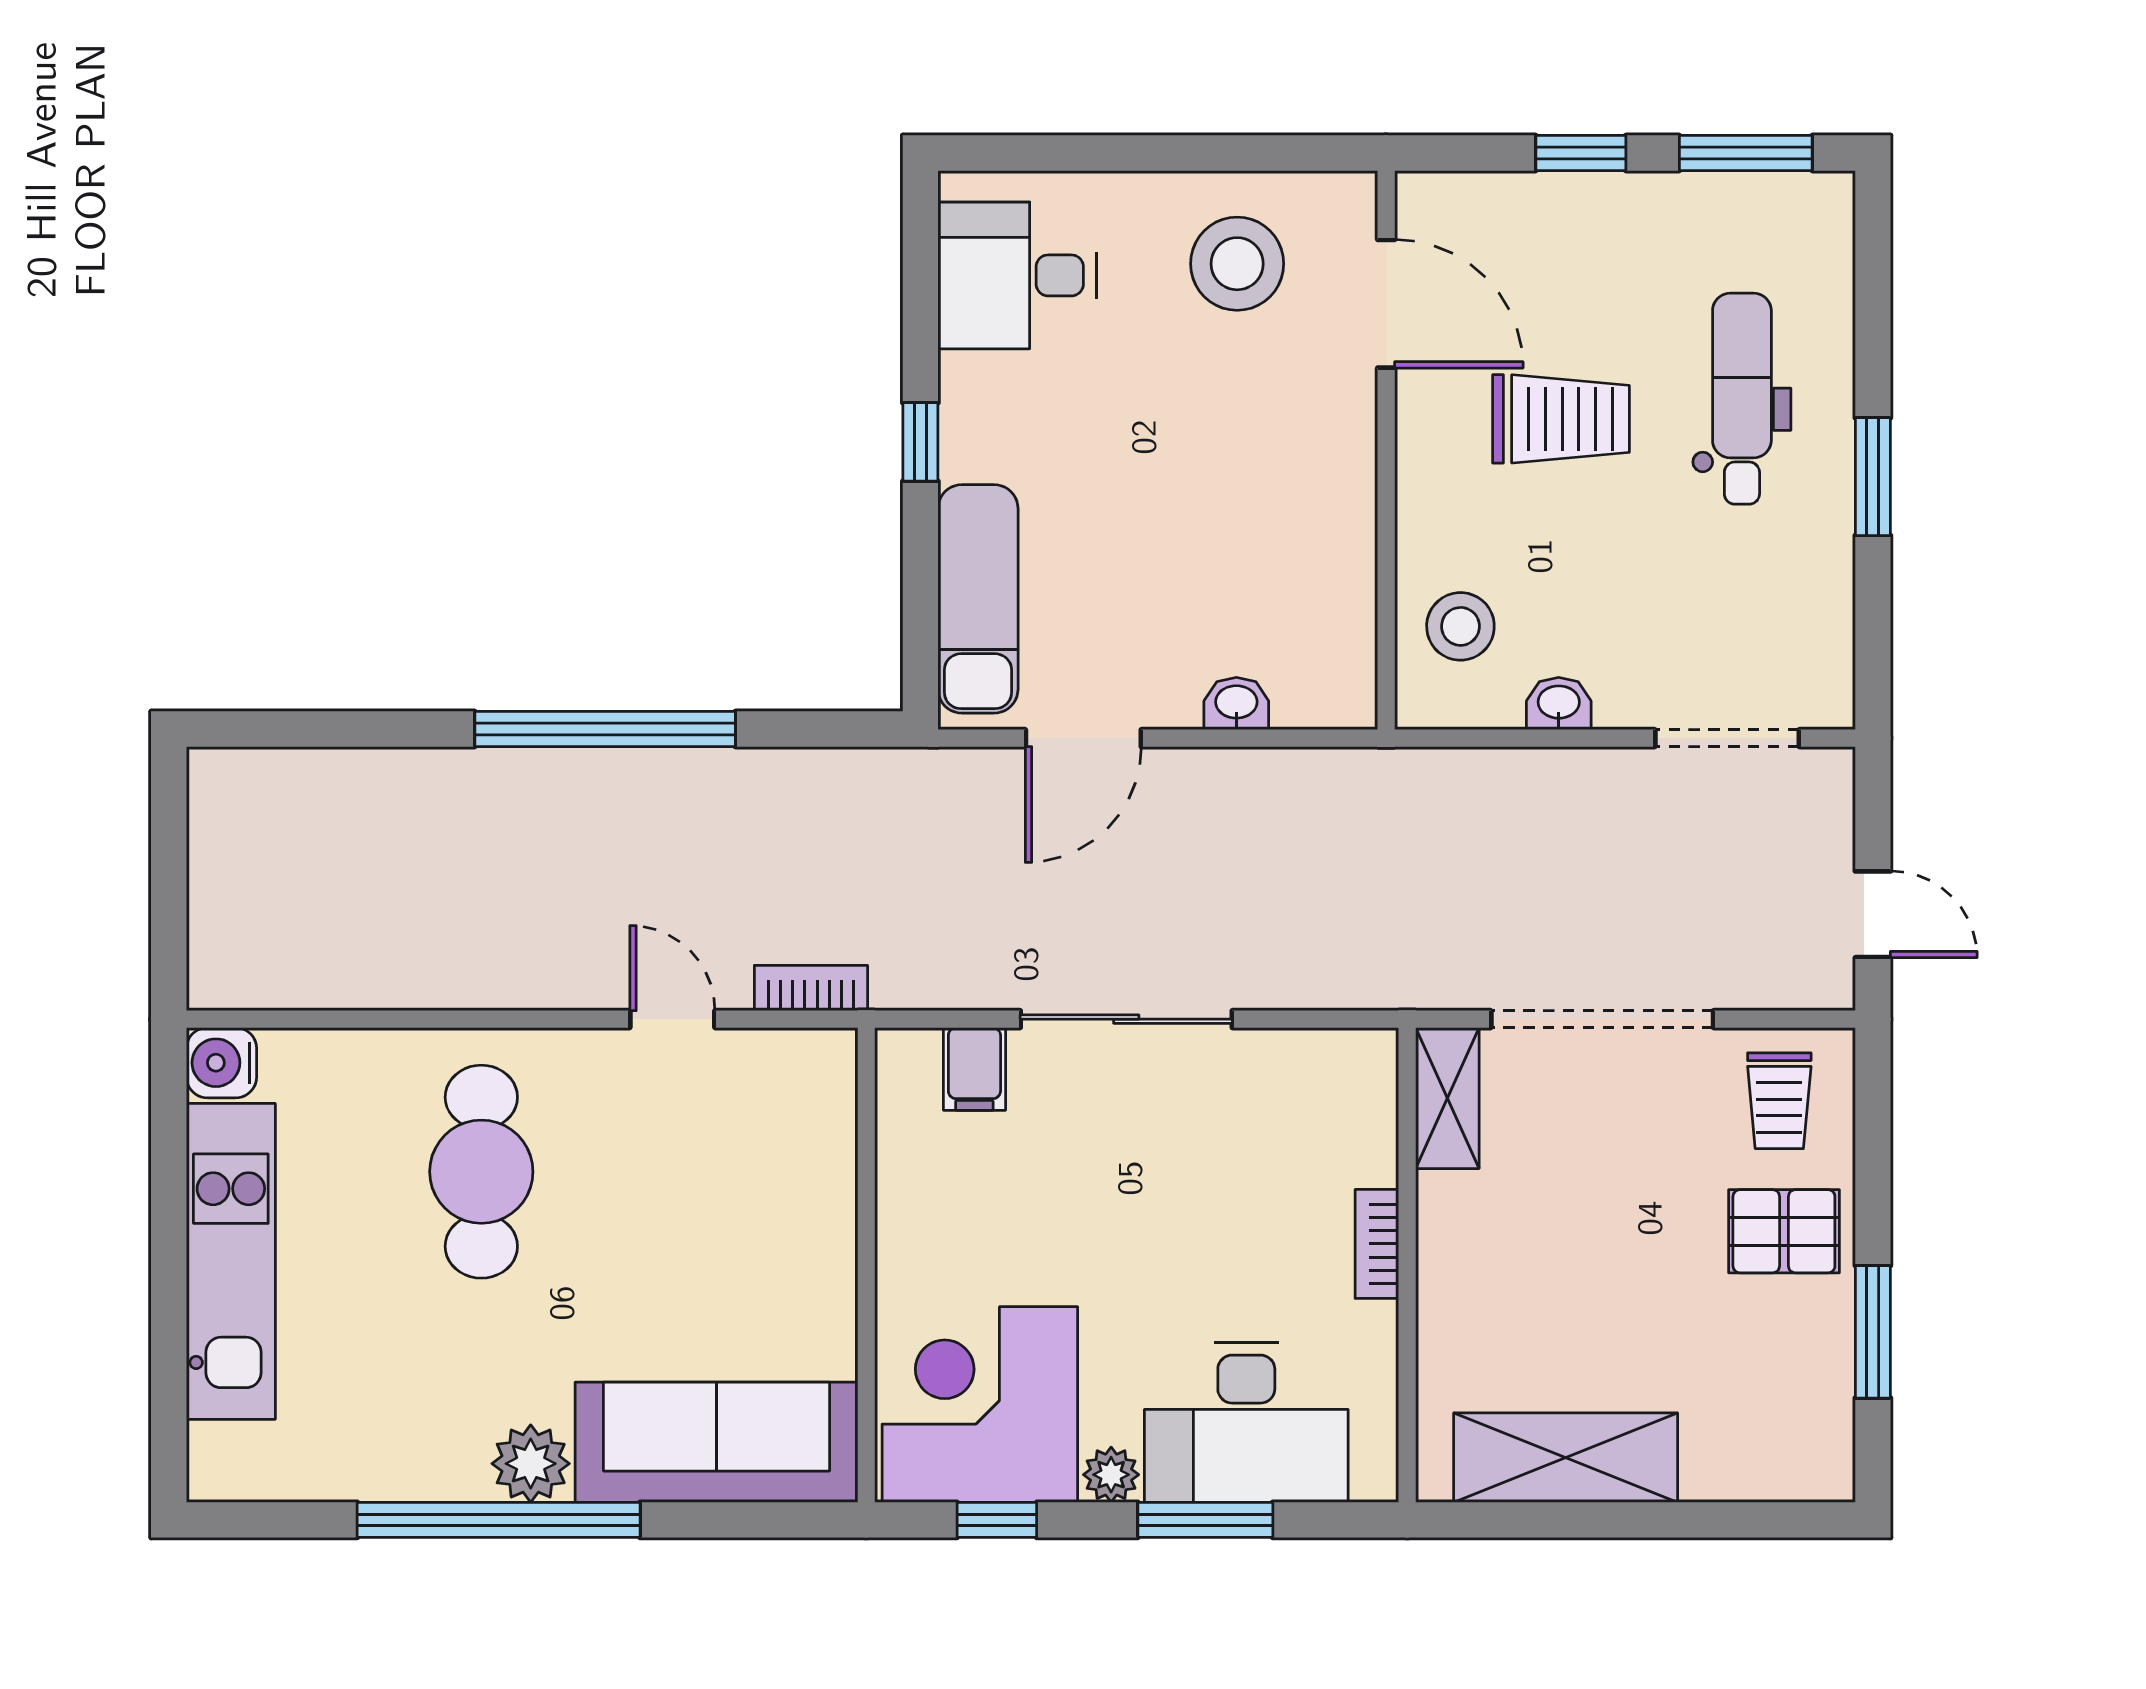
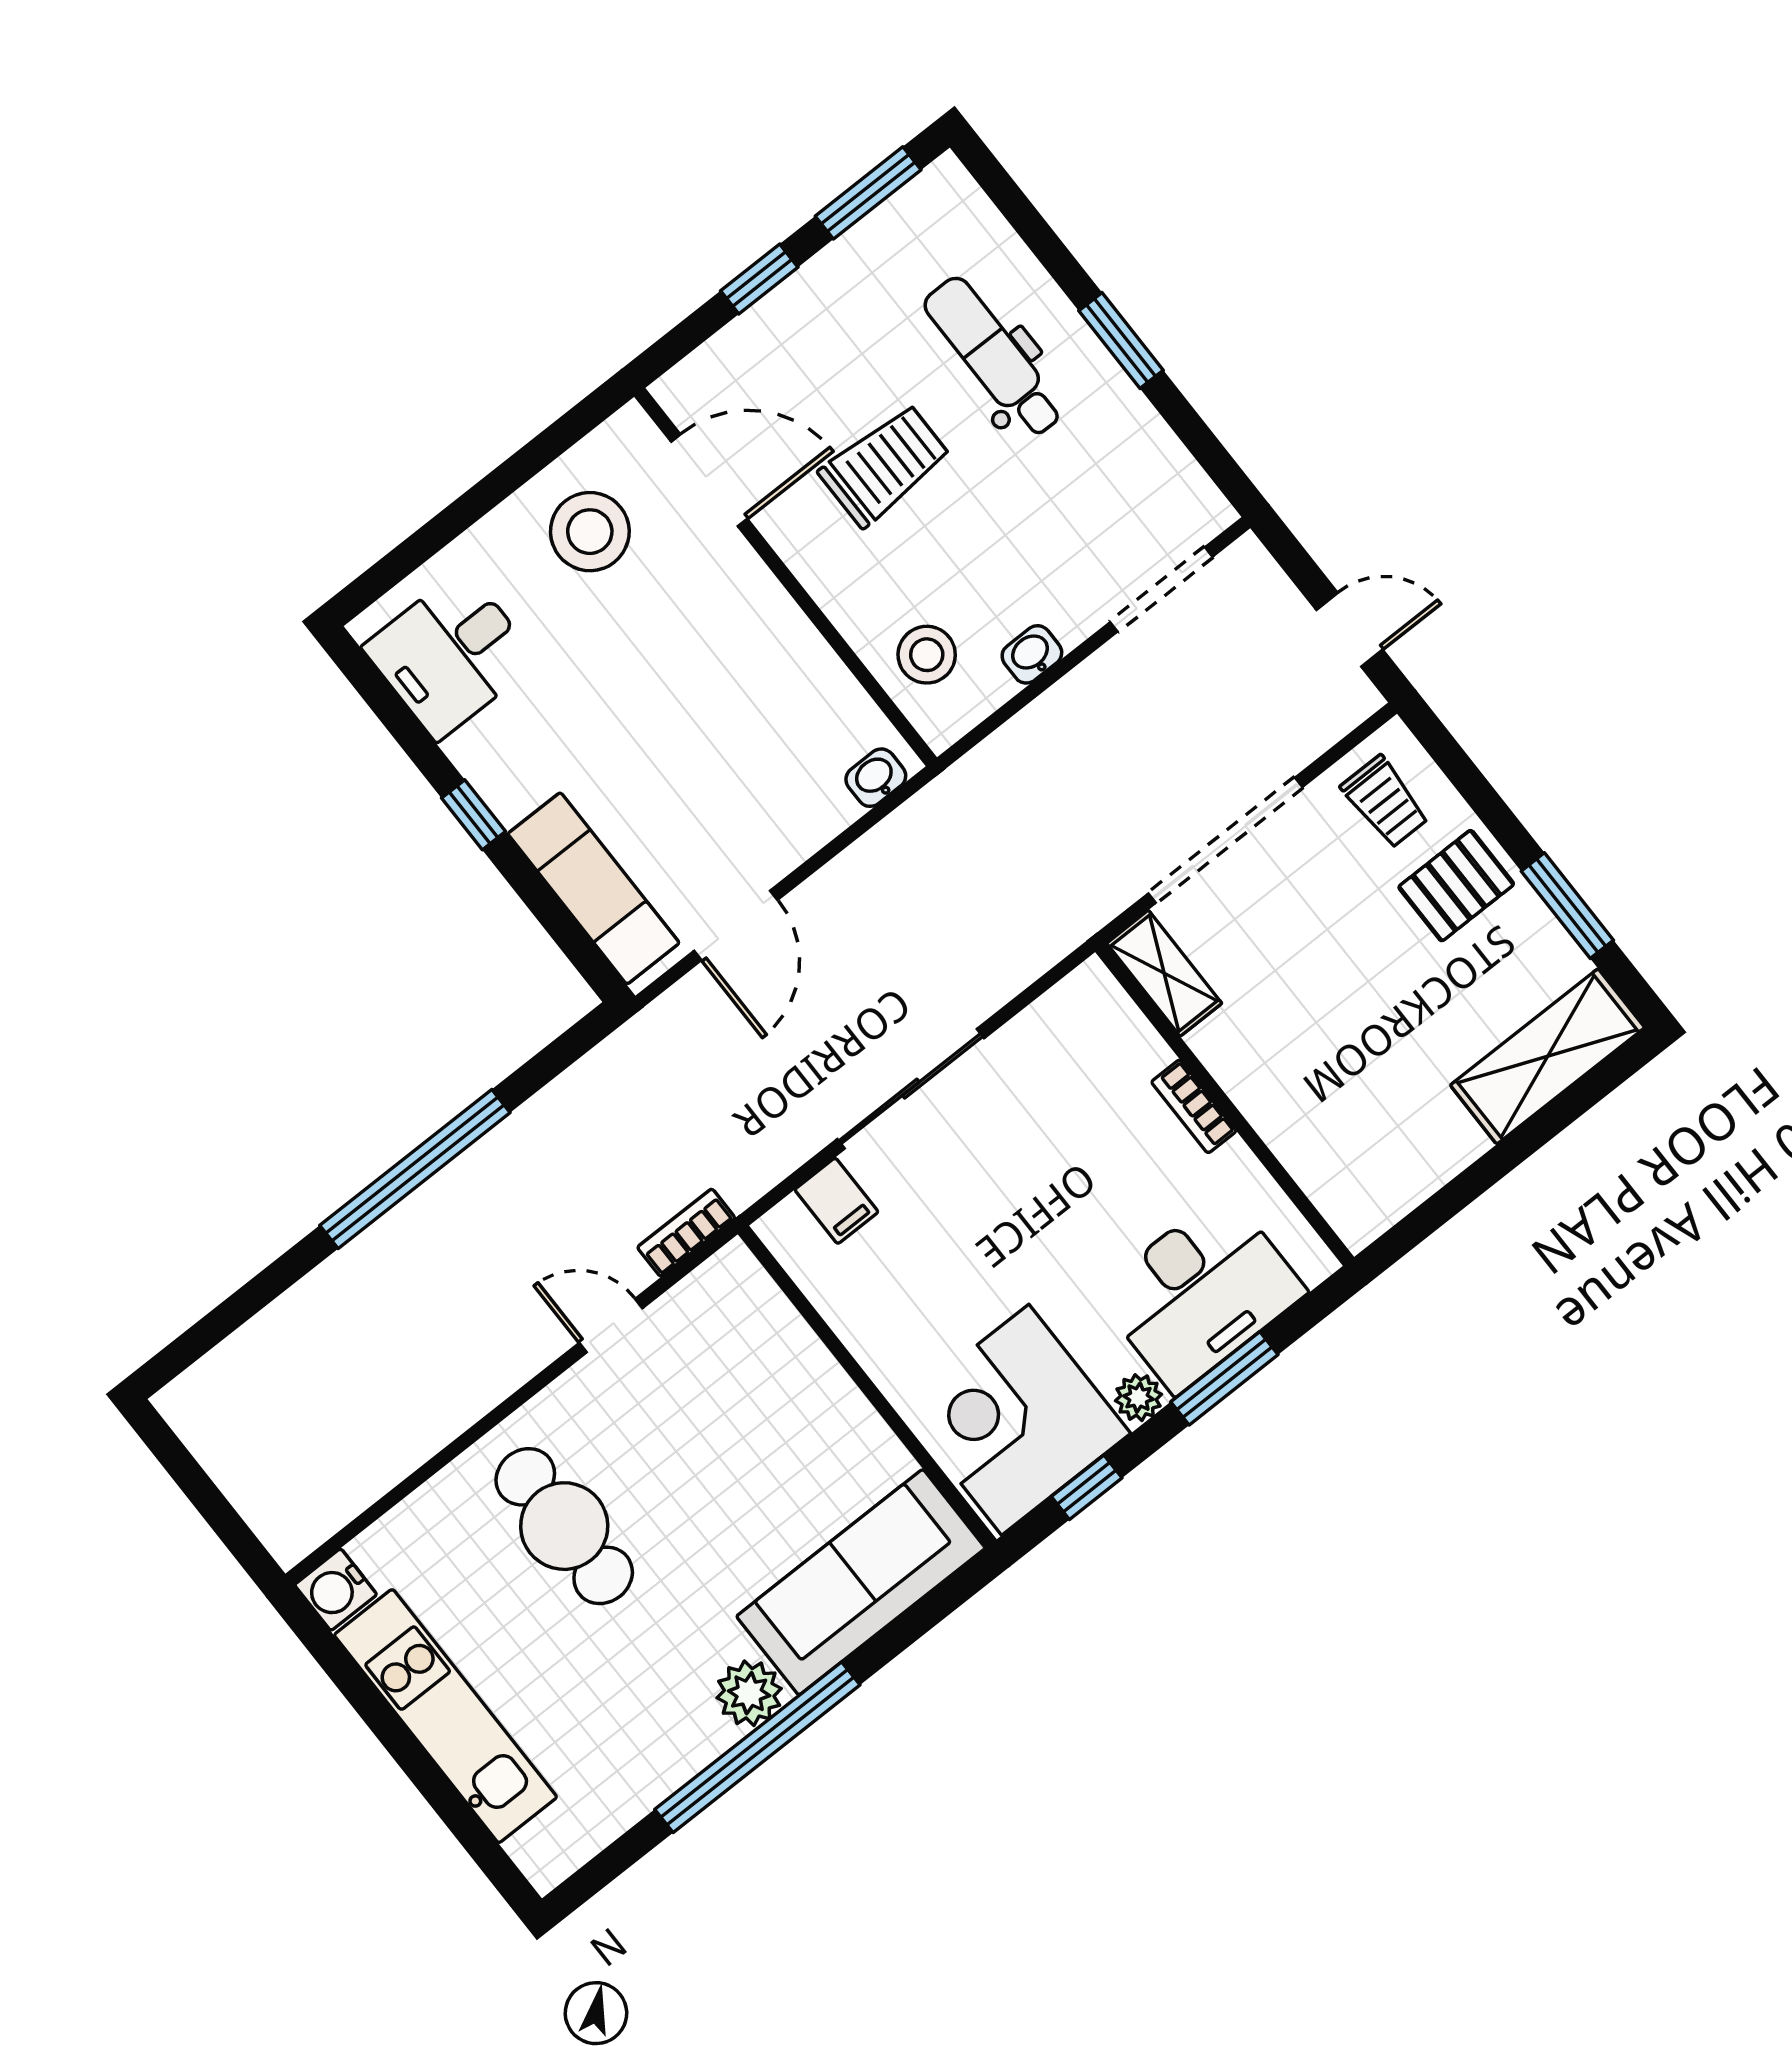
washbasin: (1236, 704) -> (876, 778), moved
shelving: (1566, 1458) -> (1547, 1056), moved

